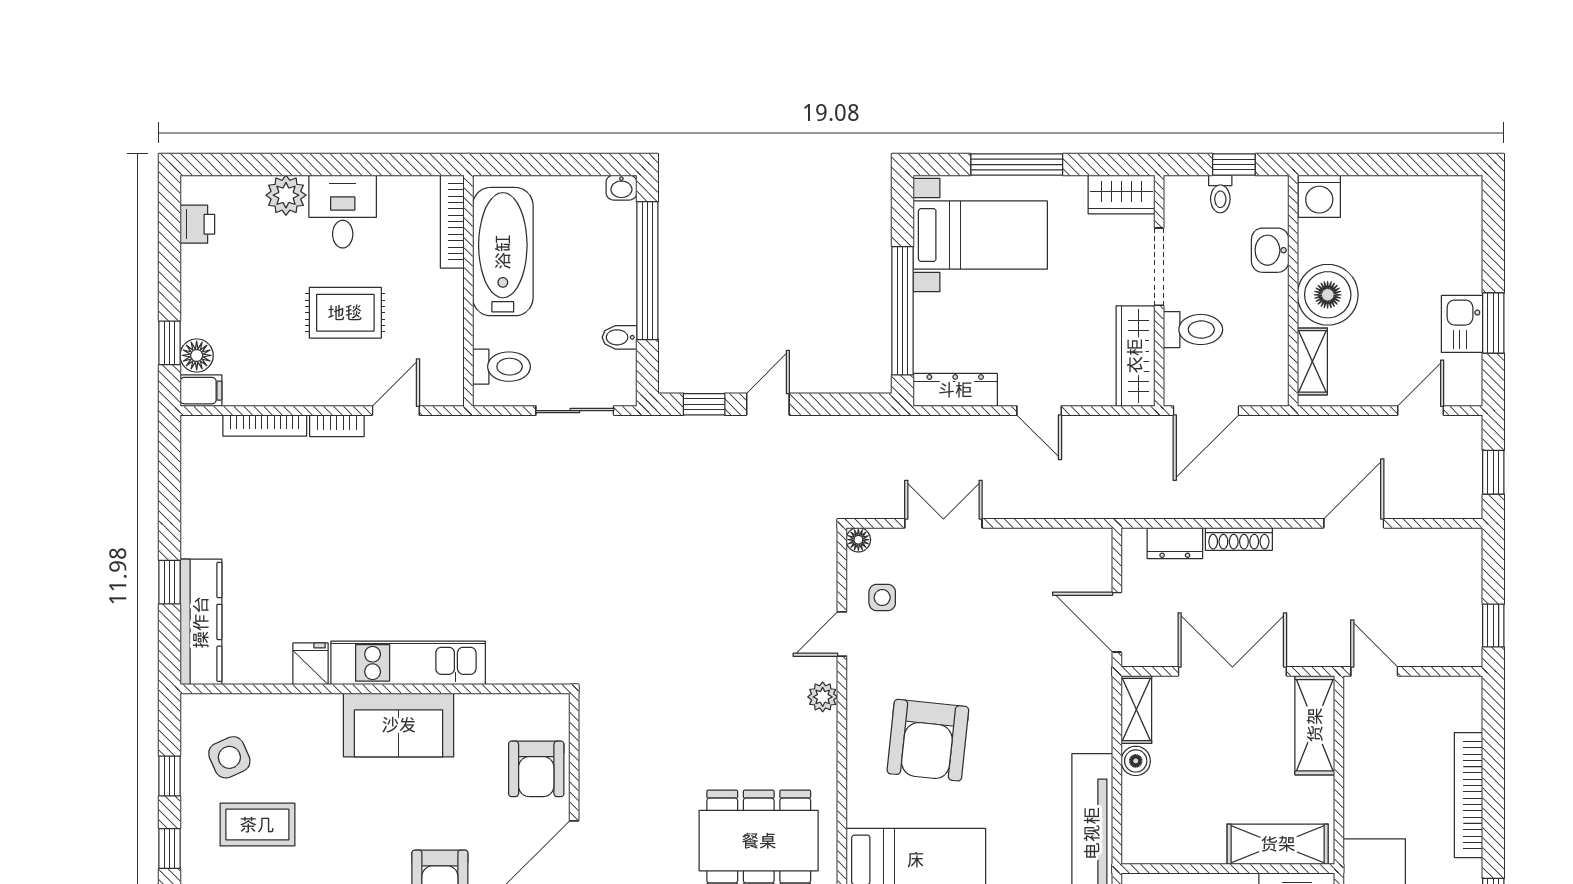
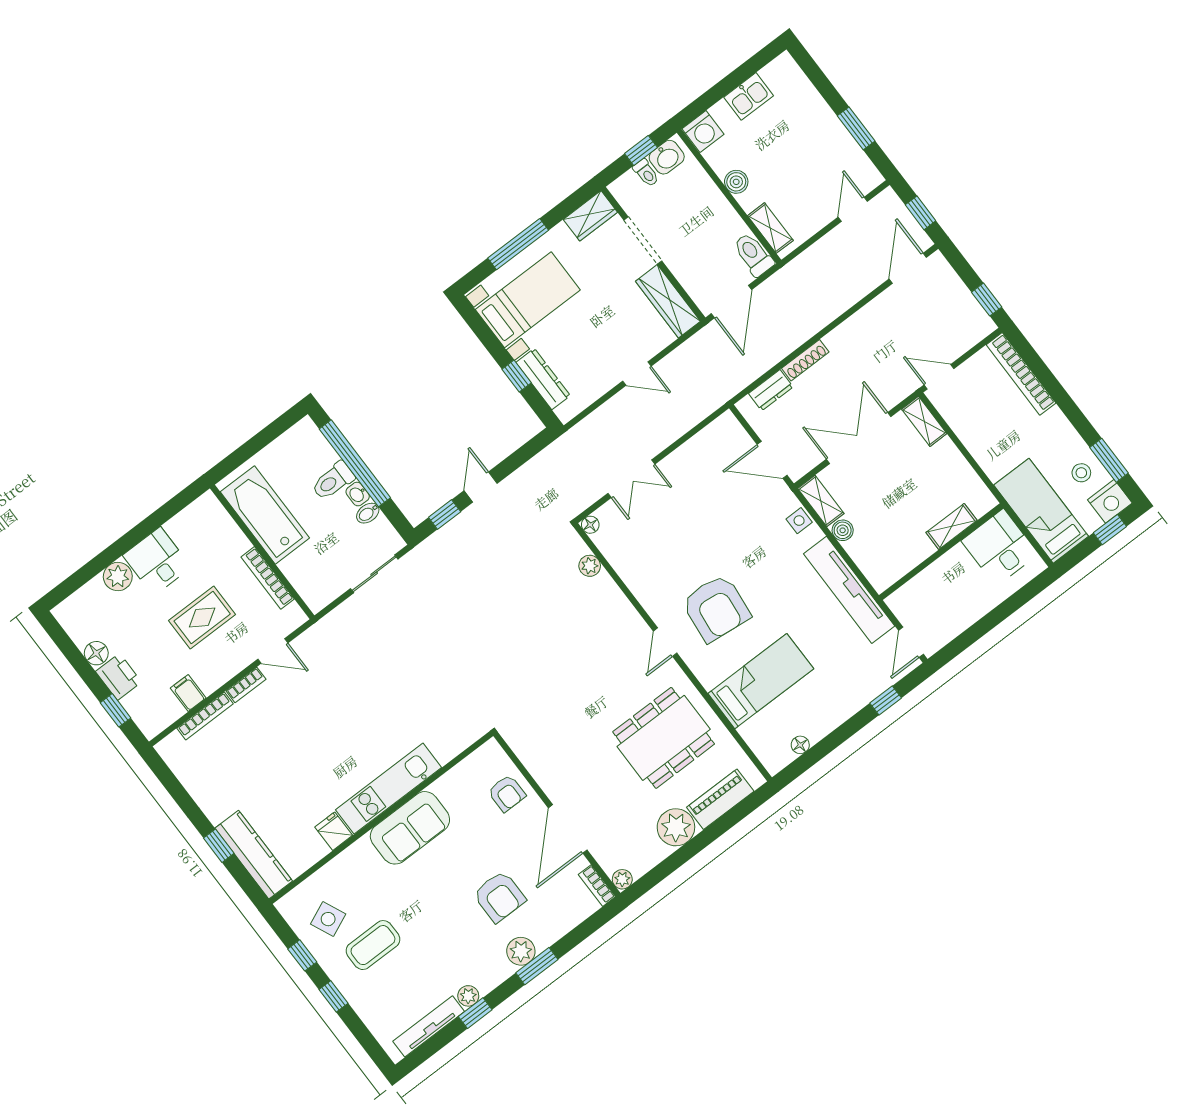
washbasin: (621, 188) -> (358, 494), moved, turned 90
bookcase: (452, 222) -> (268, 578), moved
printer: (197, 224) -> (119, 677), moved, width x1.36, depth x1.24
washbasin: (1270, 250) -> (667, 157), moved, turned -90
boiler: (1328, 295) -> (736, 182), width x0.54, depth x0.54
window: (903, 311) -> (517, 376), width x0.32
kitchen sink: (1462, 324) -> (749, 96), moved, turned -90
toilet: (1193, 330) -> (753, 255), moved, turned -90
floor lamp: (197, 355) -> (96, 653), moved
toilet: (501, 367) -> (333, 481), moved, turned 180
dresser: (955, 390) -> (543, 379), moved, turned 90
filing cabinet: (201, 391) -> (188, 693), moved, turned -90
door: (396, 411) -> (273, 651), swing flipped
double door: (943, 523) -> (631, 479), swing flipped
door: (1354, 523) -> (908, 268), moved
side table: (882, 597) -> (799, 521), moved
door: (842, 634) -> (665, 642), moved
plant: (823, 697) -> (590, 566), moved
shelving: (1315, 725) -> (924, 421), width x0.67, depth x0.75
armchair: (536, 769) -> (507, 793), width x0.72, depth x0.72
bookcase: (1468, 795) -> (1021, 374), moved
shelving: (1278, 844) -> (951, 526), width x0.67, depth x0.75

